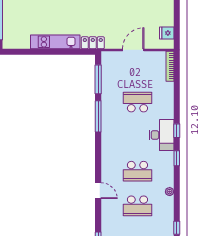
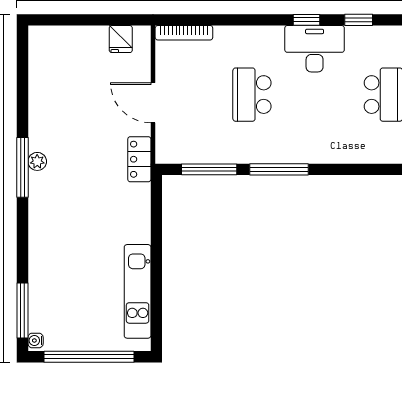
kitchen unit: (55, 42) -> (138, 291), moved
locker: (93, 43) -> (139, 159), moved

